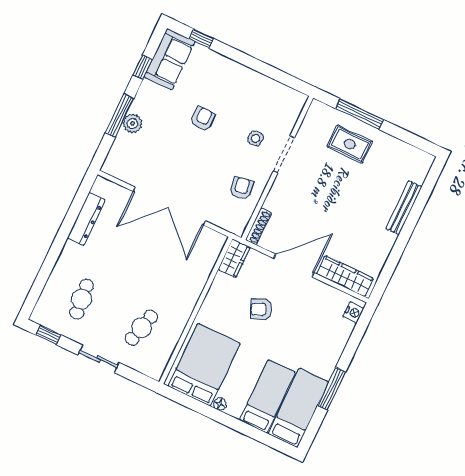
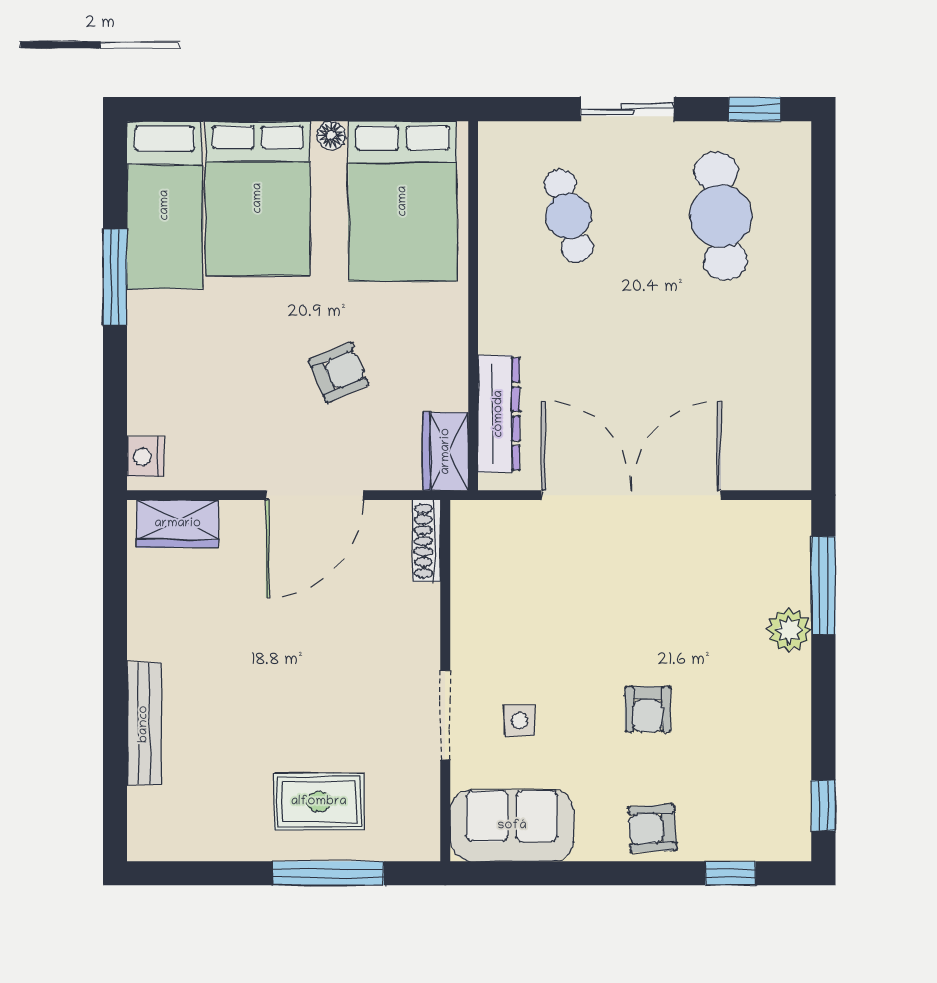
sofa: (170, 59) -> (512, 826), moved, turned 90
window: (143, 67) -> (823, 806), moved
window: (120, 116) -> (823, 585), moved
armchair: (241, 188) -> (652, 828), moved, turned 96
dresser: (86, 219) -> (499, 414), moved, turned 180
wardrobe: (345, 276) -> (178, 524), width x0.67
cafe table: (82, 299) -> (721, 216), width x1.37, depth x1.35
cafe table: (142, 328) -> (569, 216), turned -30
bed: (267, 396) -> (258, 198), width x1.50

